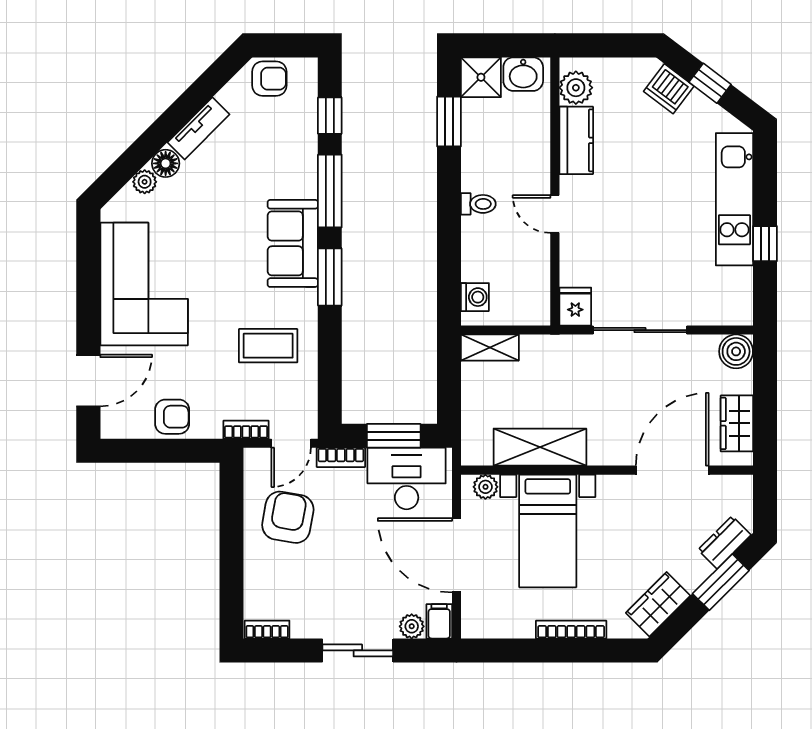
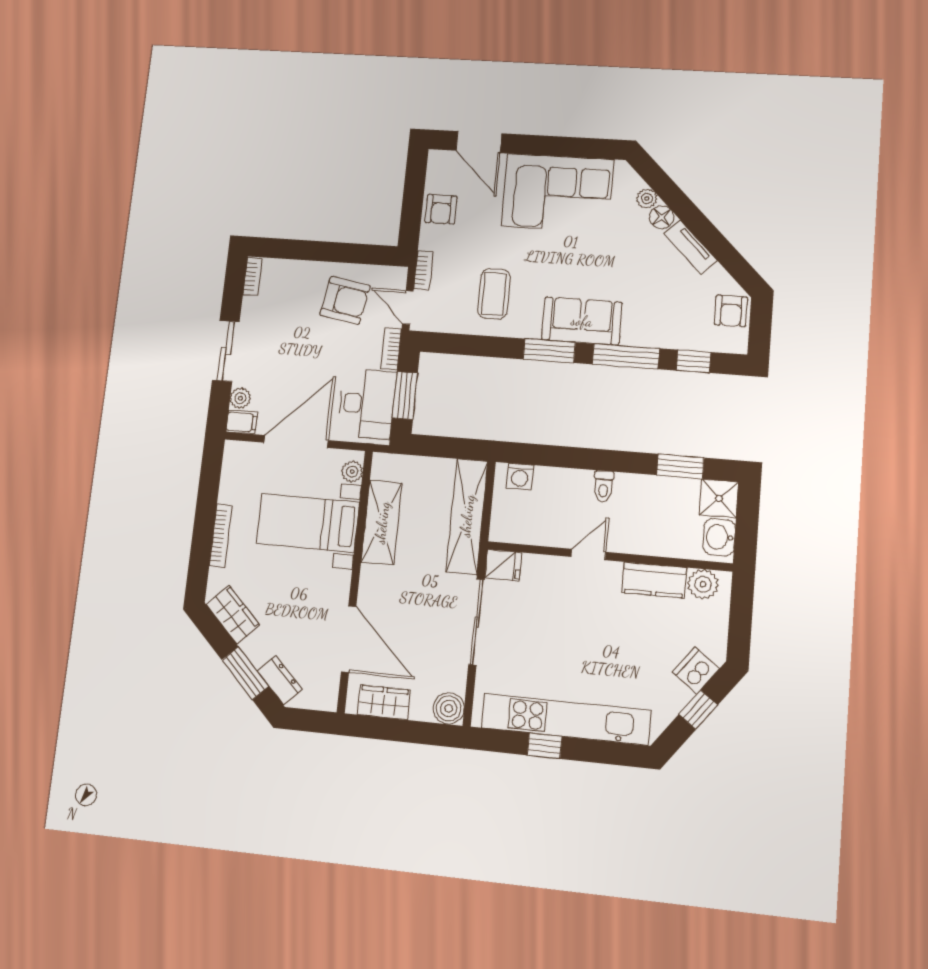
kitchen unit: (734, 199) -> (566, 719), width x1.36
shelving: (490, 348) -> (467, 516), width x2.20, depth x1.33

